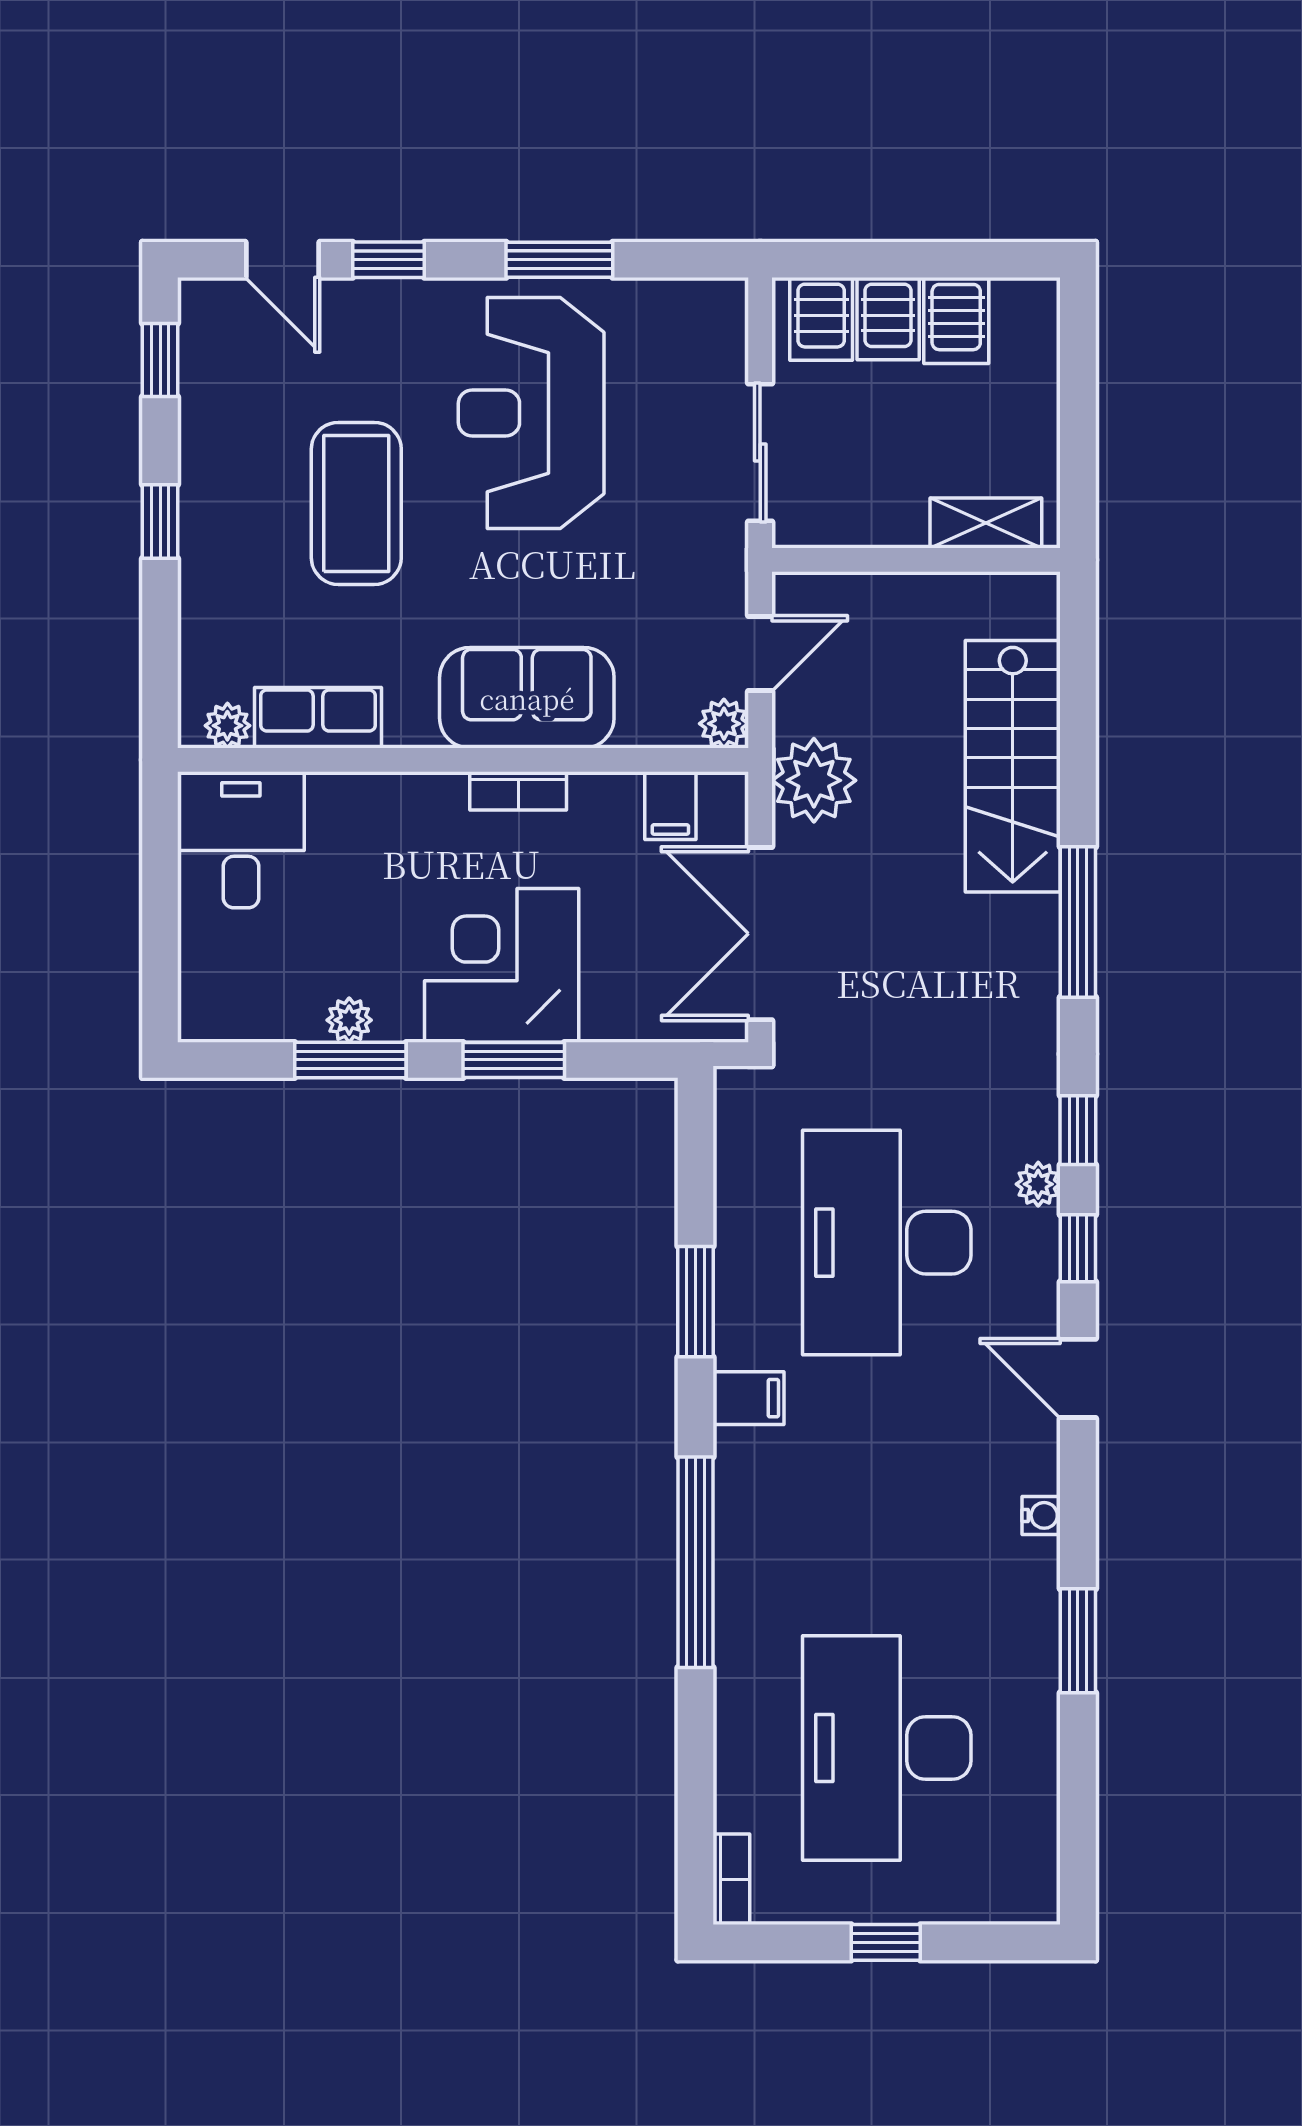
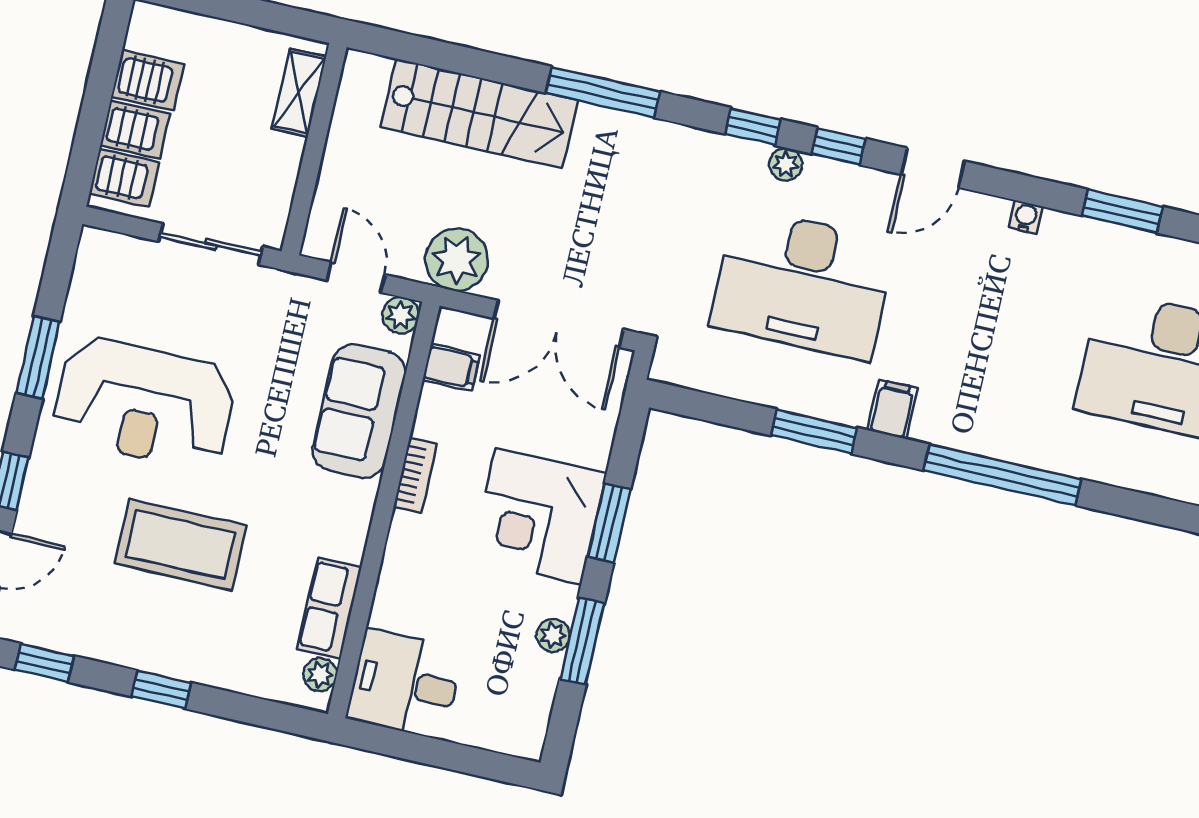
sofa: (527, 698) -> (359, 411), moved

